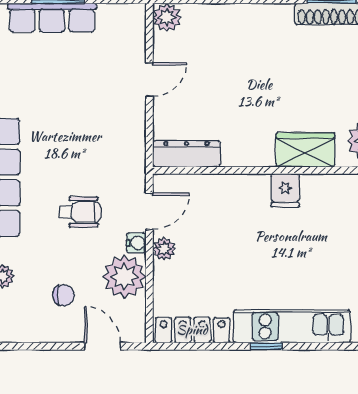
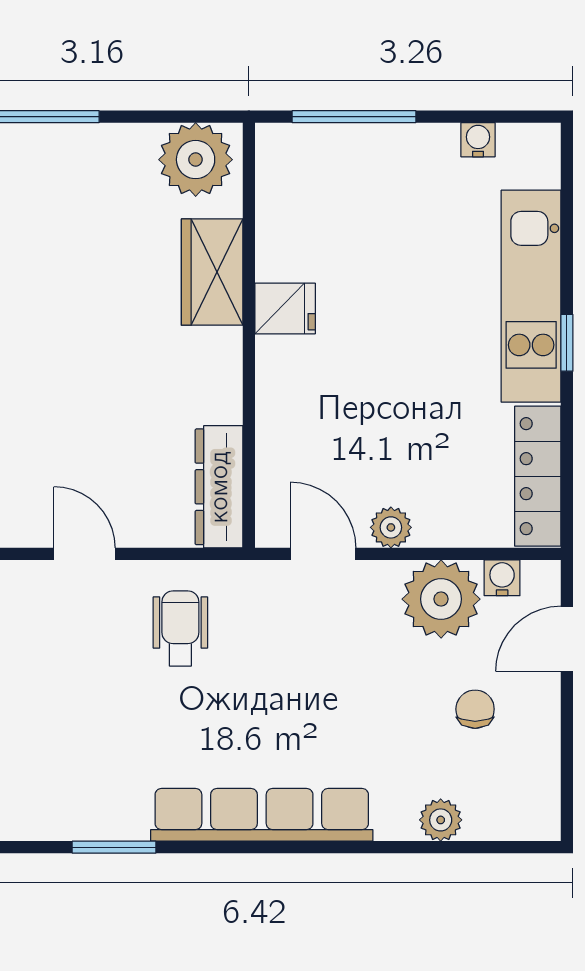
wheelchair: (80, 212) -> (180, 629), moved
water cooler: (136, 243) -> (502, 578), moved

